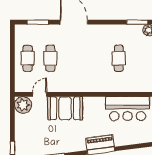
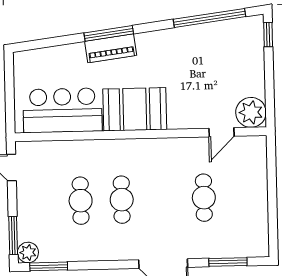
cafe table: (28, 58) -> (122, 200), moved
booth: (65, 108) -> (135, 109), moved

